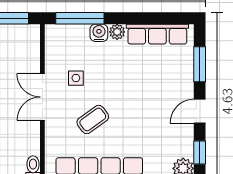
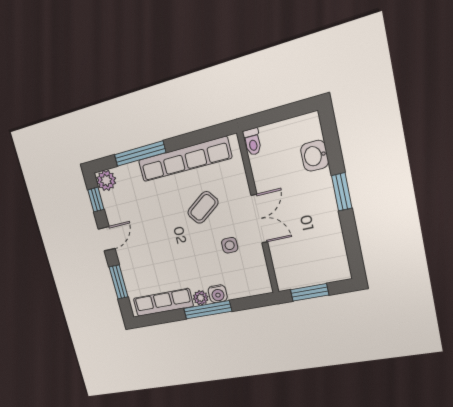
window: (80, 18) -> (208, 310), moved

